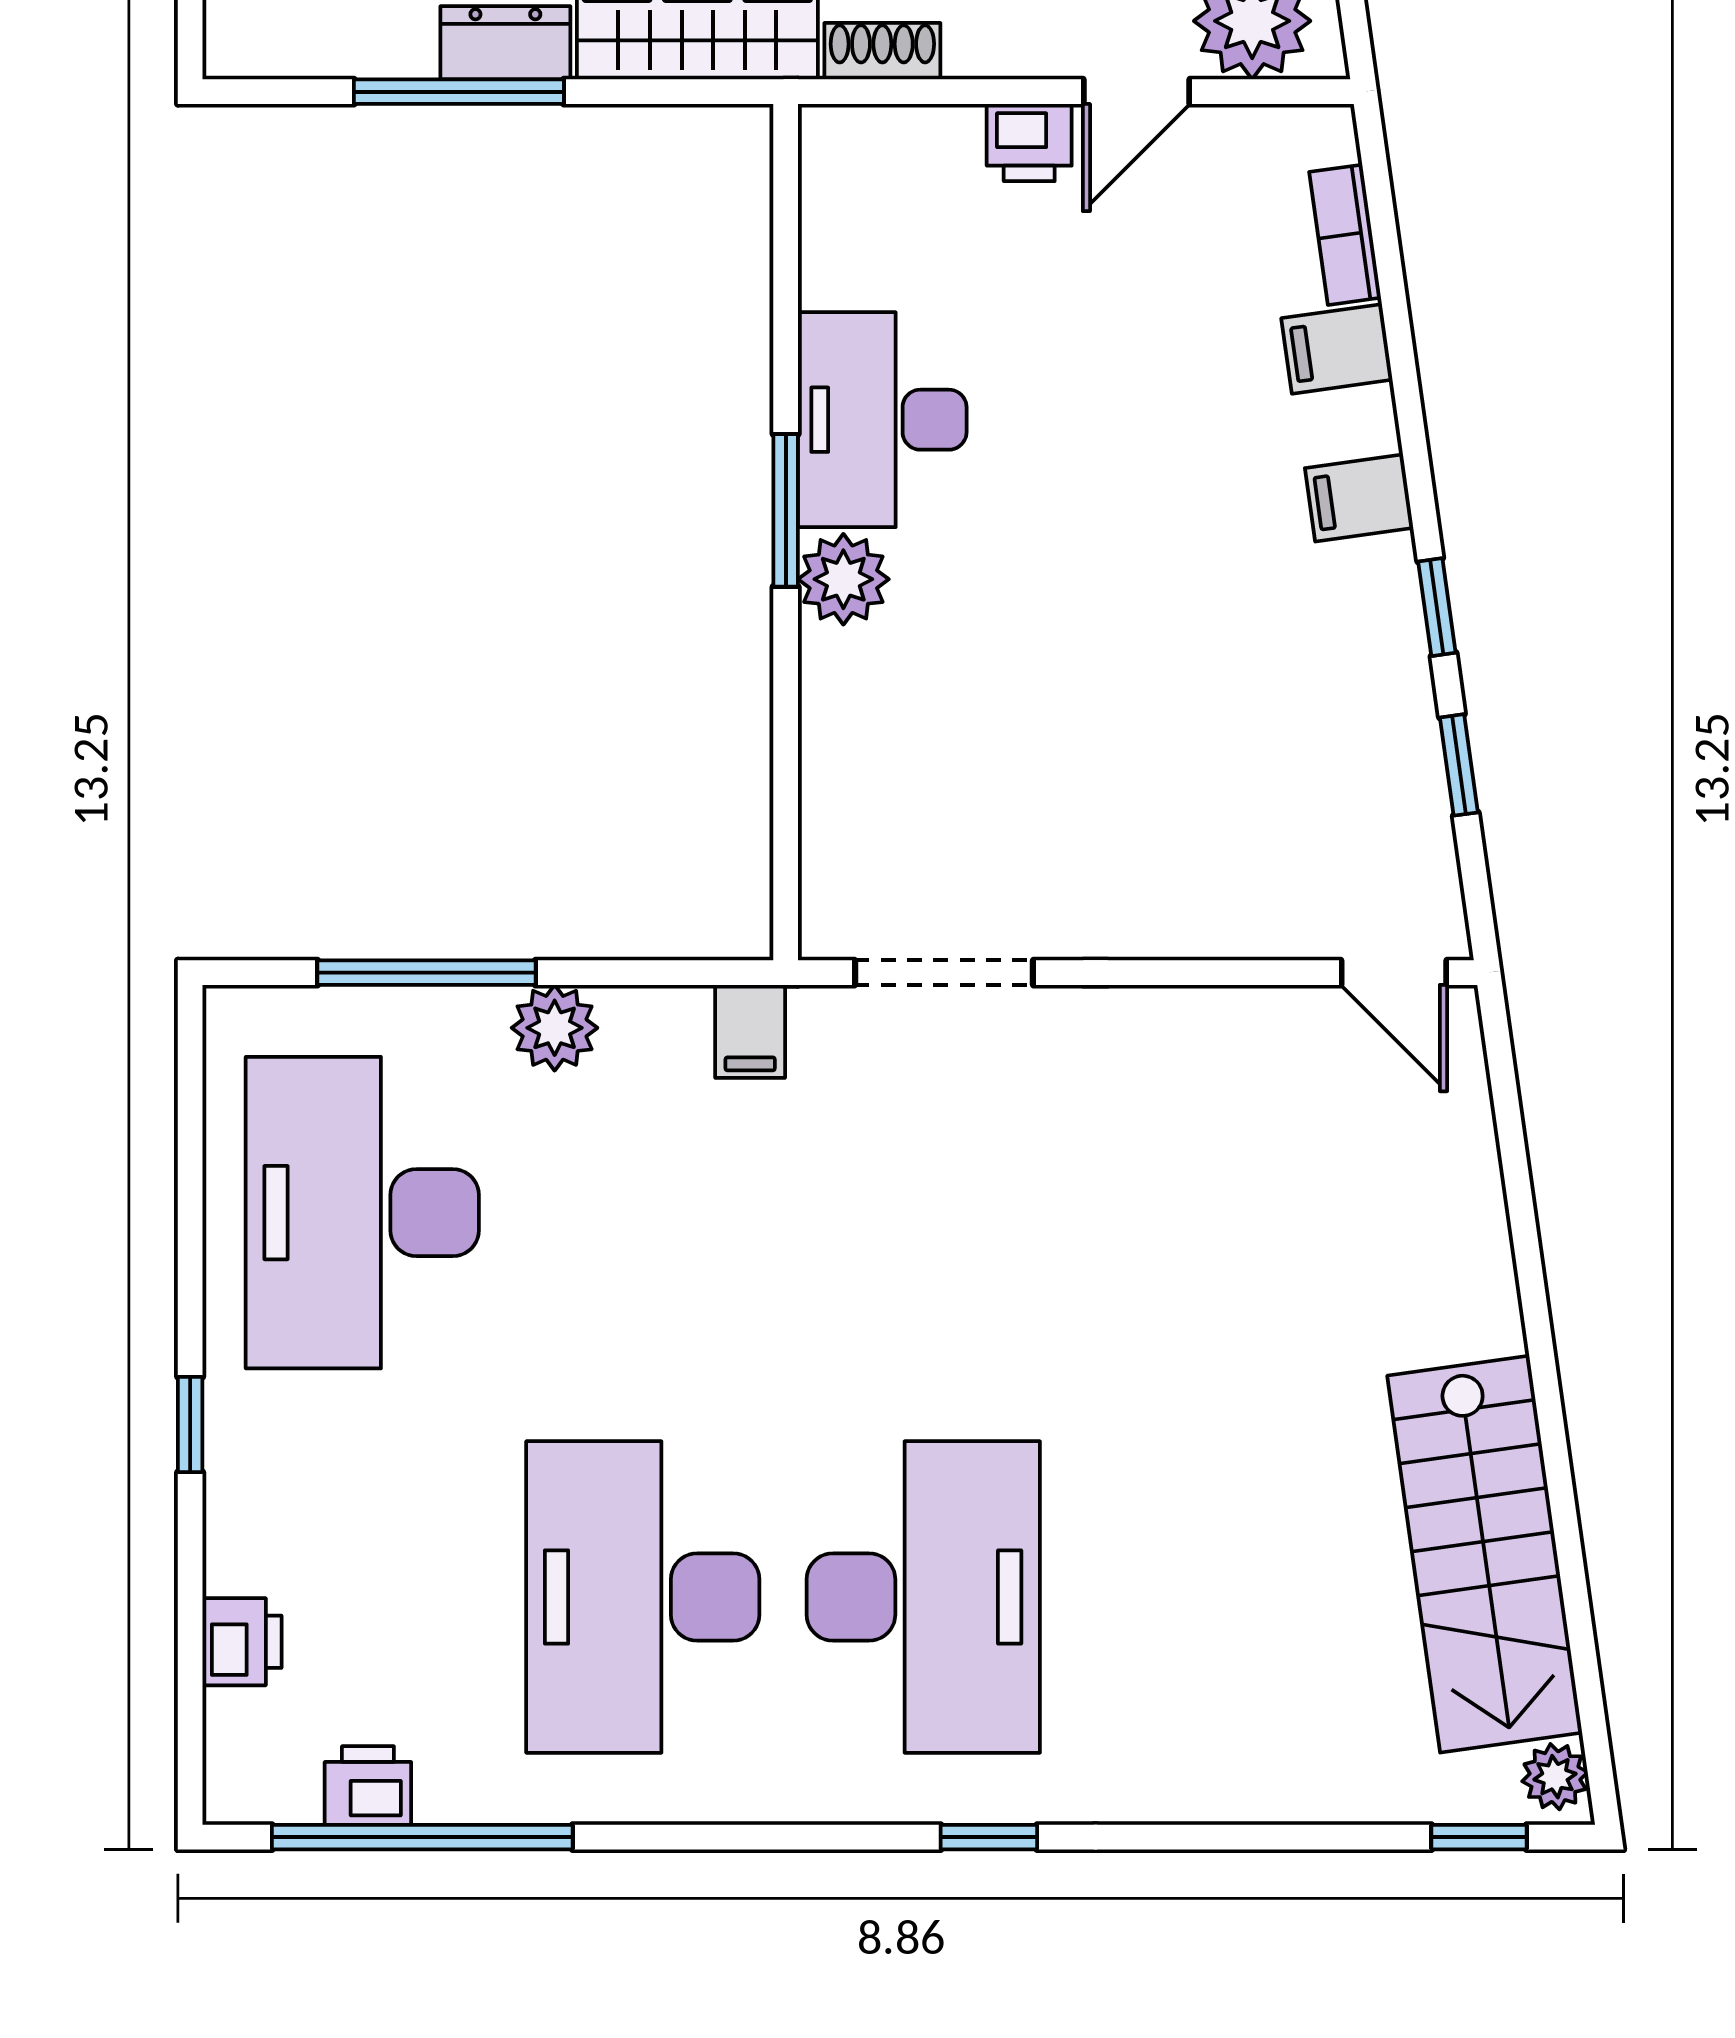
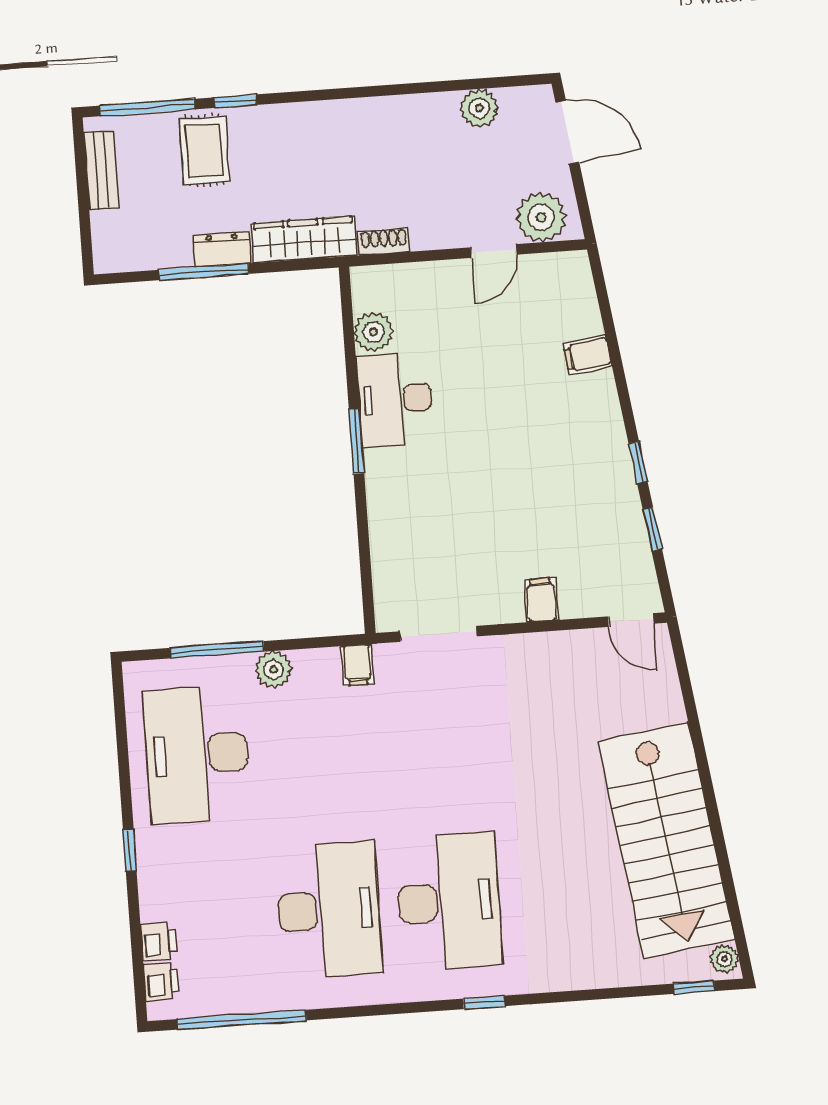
printer: (1029, 143) -> (449, 276), removed
bookcase: (1345, 235) -> (587, 306), removed
filing cabinet: (1359, 498) -> (541, 600), moved, turned 98
plant: (843, 579) -> (374, 332), moved
stairs: (1485, 1554) -> (666, 840), width x1.36, depth x1.51
desk: (643, 1597) -> (329, 910), turned 180
printer: (368, 1786) -> (161, 982), moved, turned 90

